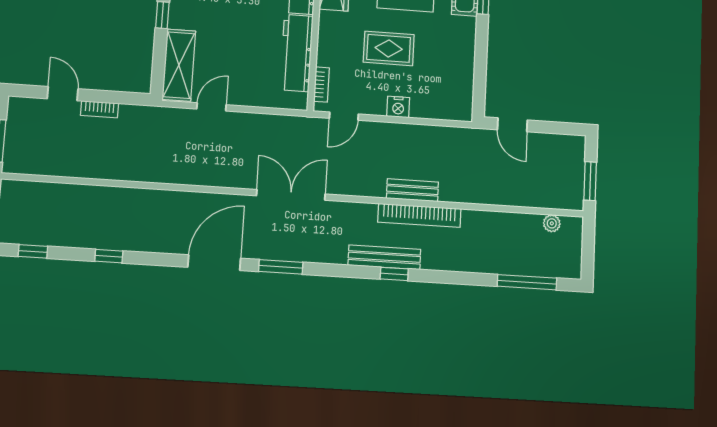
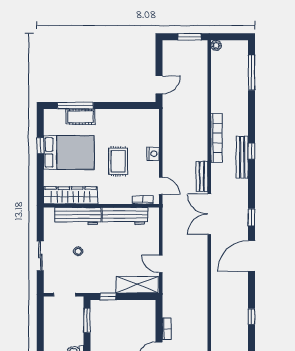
bench: (412, 190) -> (202, 176), moved
plant: (552, 223) -> (216, 45), moved
door: (214, 263) -> (251, 256), hinge flipped
window: (281, 267) -> (251, 217), width x0.67

